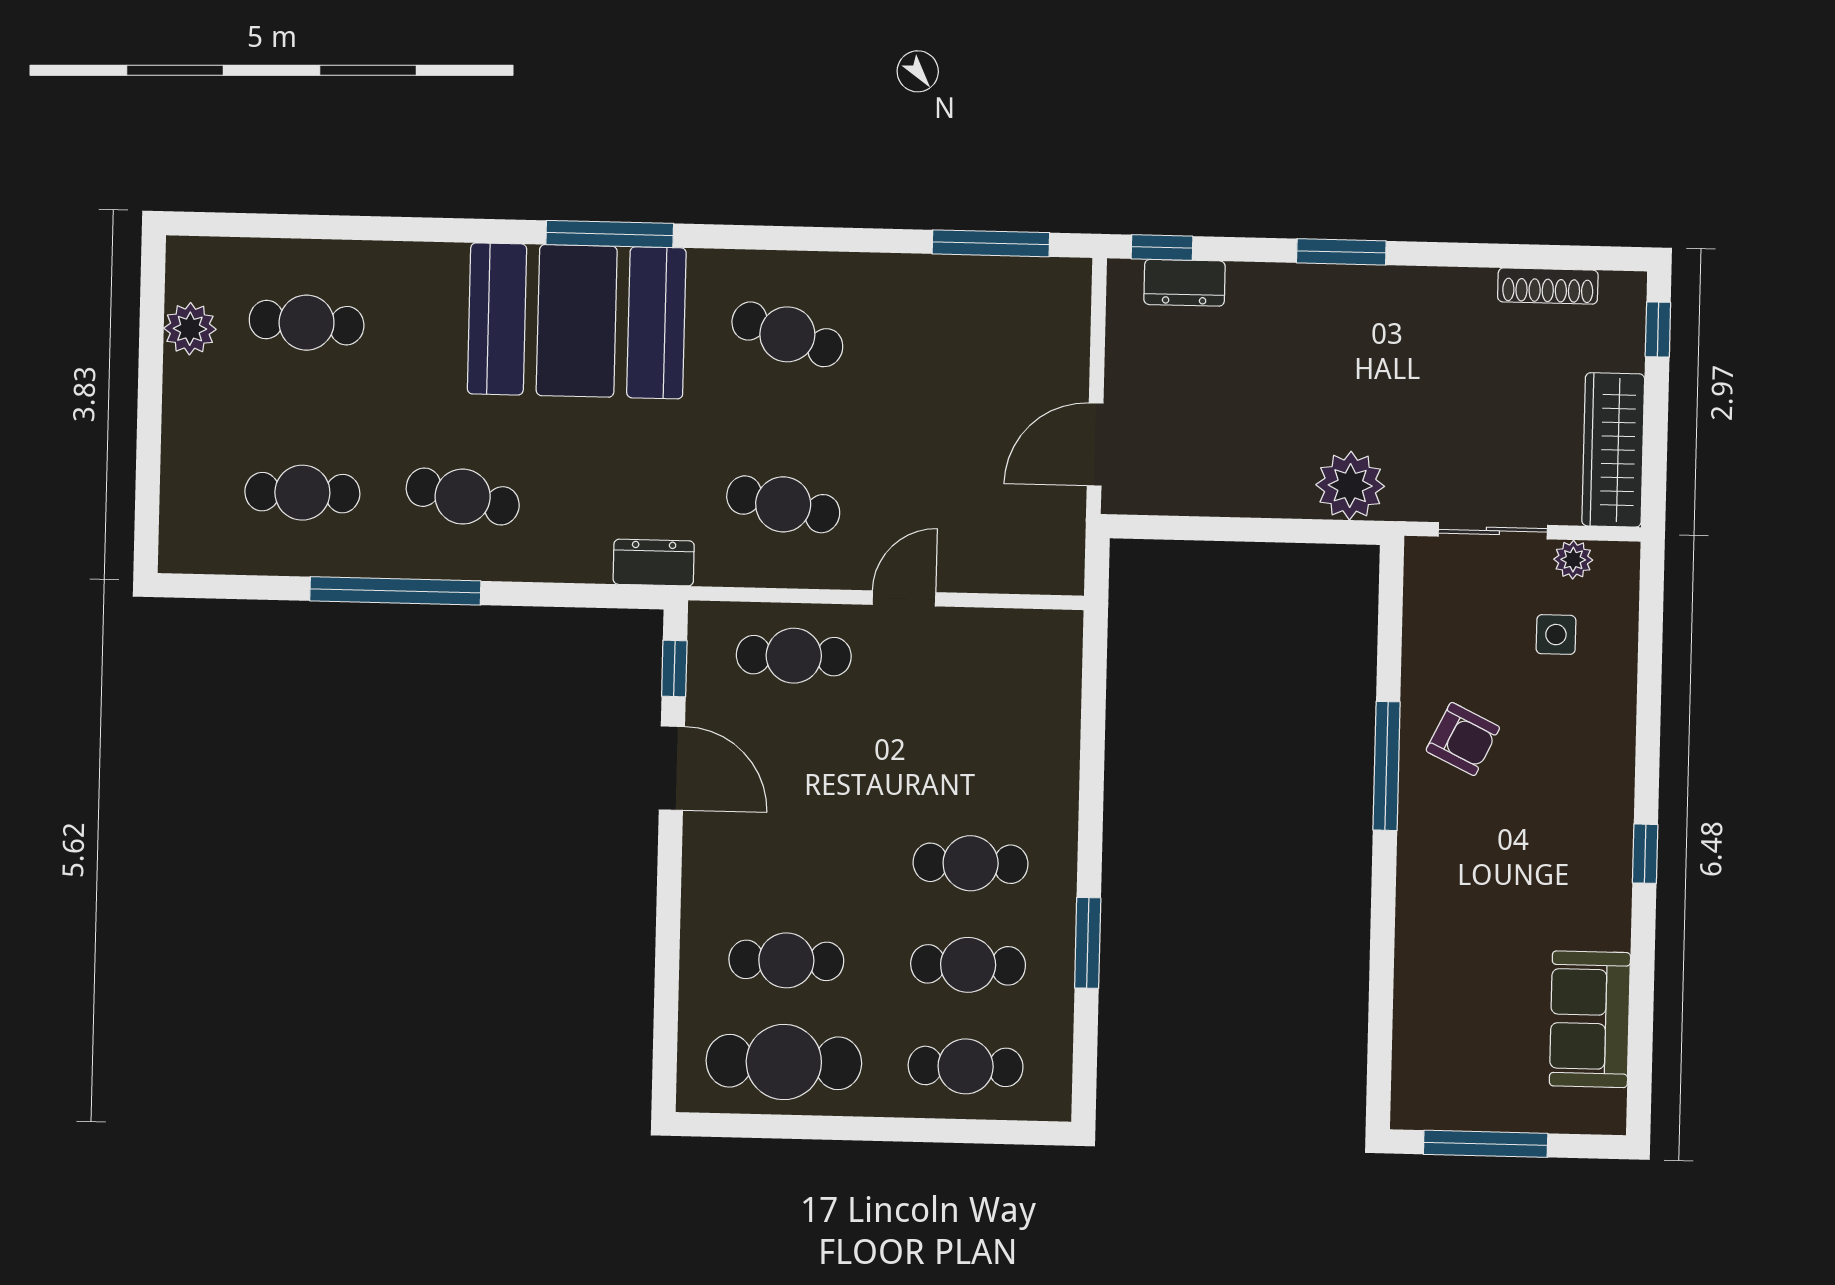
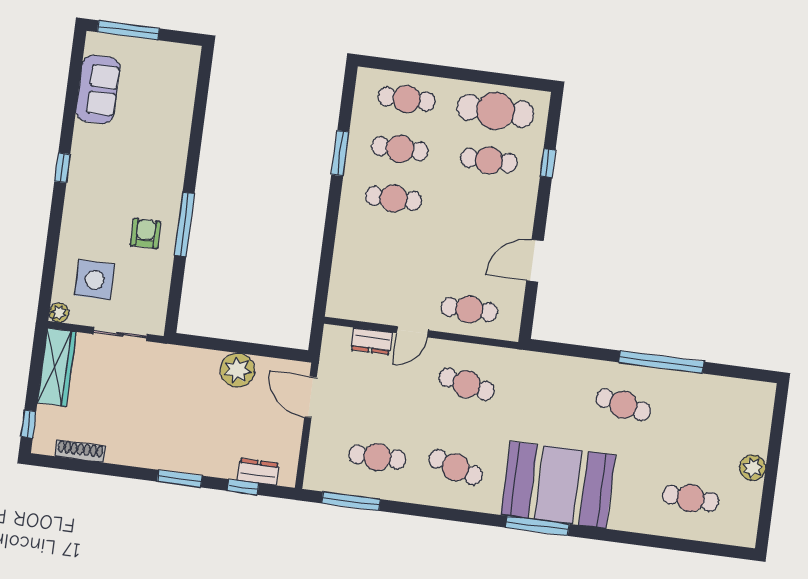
window: (1162, 247) -> (243, 487), moved
plant: (190, 329) -> (753, 468), moved
door: (1095, 444) -> (311, 397), swing flipped
plant: (1350, 486) -> (237, 370), moved
cafe table: (302, 493) -> (377, 457), moved
plant: (1573, 560) -> (59, 313), moved
dresser: (654, 563) -> (372, 341), moved
side table: (1556, 635) -> (95, 280), width x1.87, depth x1.87
window: (674, 668) -> (548, 163), moved
armchair: (1463, 739) -> (146, 234), turned 64
door: (672, 768) -> (535, 261), hinge flipped
window: (1486, 1144) -> (128, 30), moved

